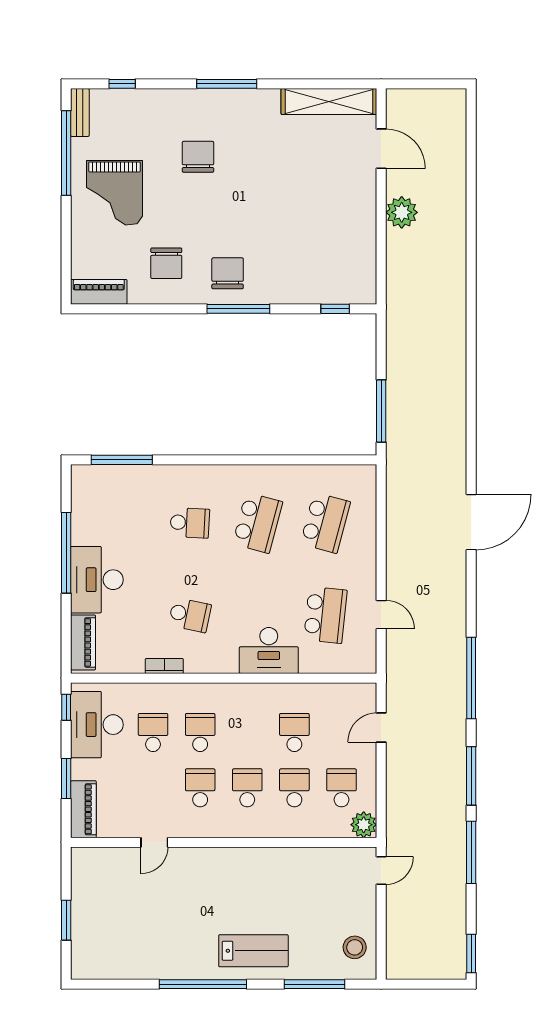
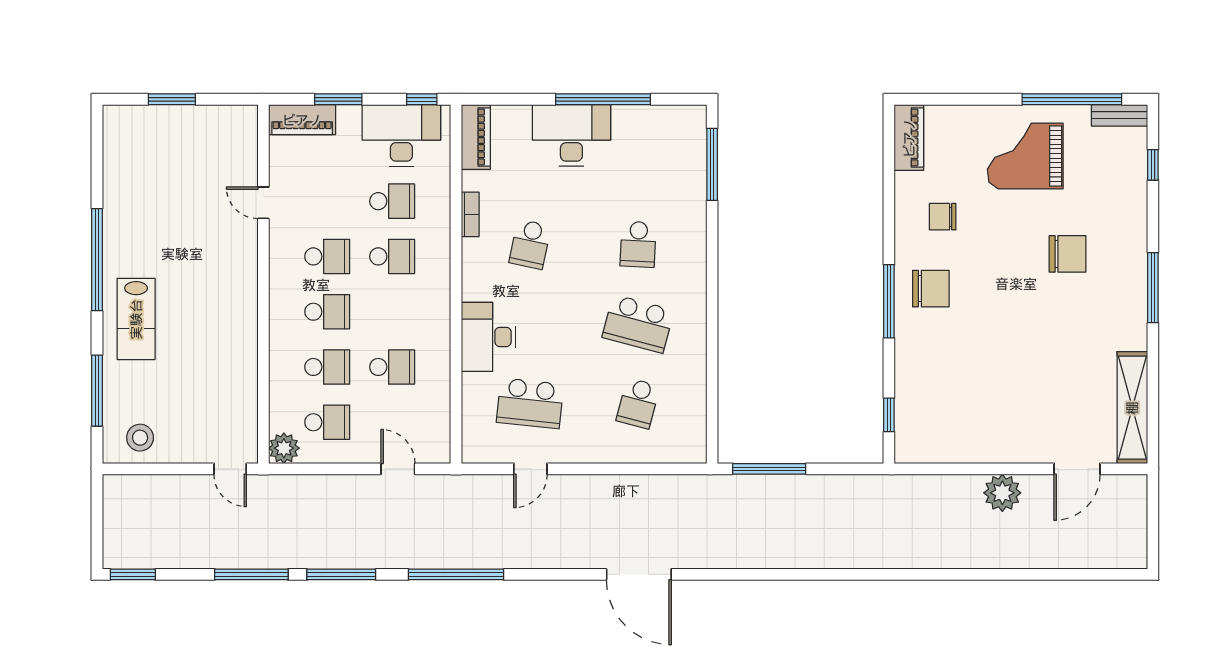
chair: (166, 263) -> (943, 217), width x0.73, depth x0.73
school desk: (325, 523) -> (638, 403), width x0.54
piano: (83, 642) -> (476, 137), moved, turned -90

